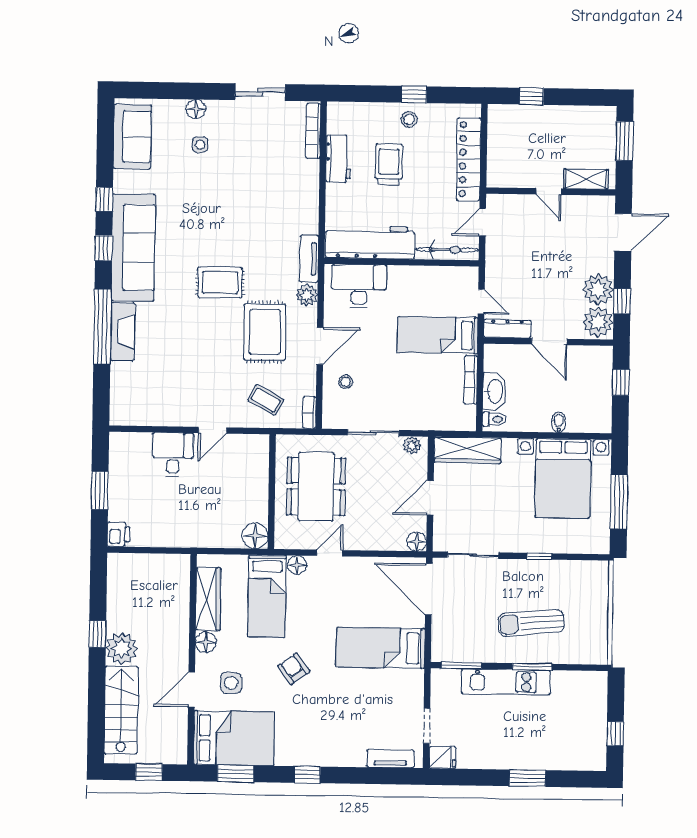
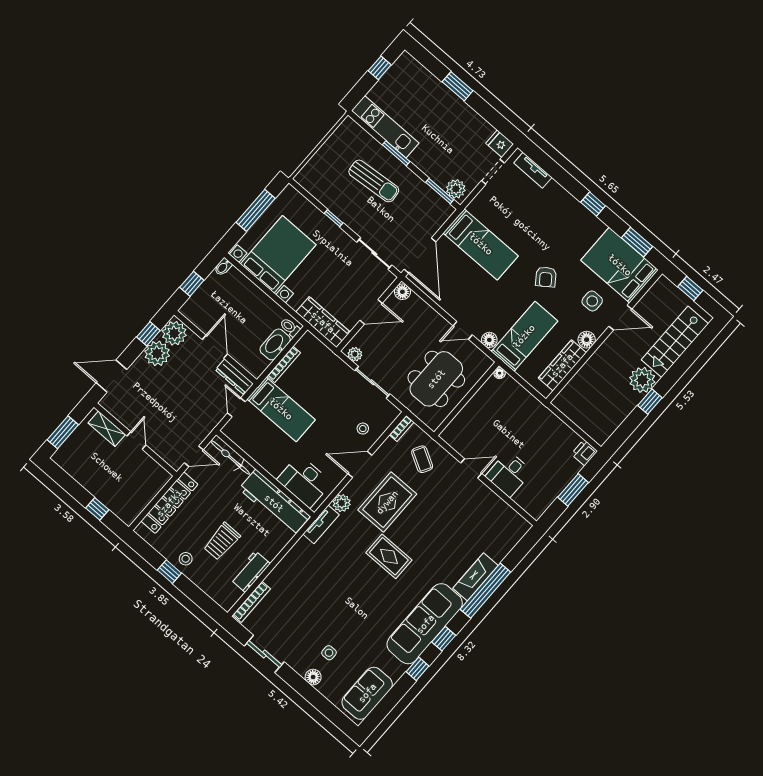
bidet: (559, 422) -> (223, 267), moved
floor lamp: (255, 536) -> (500, 373), width x0.53, depth x0.53
plant: (448, 680) -> (456, 189), added
kitchen unit: (506, 682) -> (385, 127), moved

